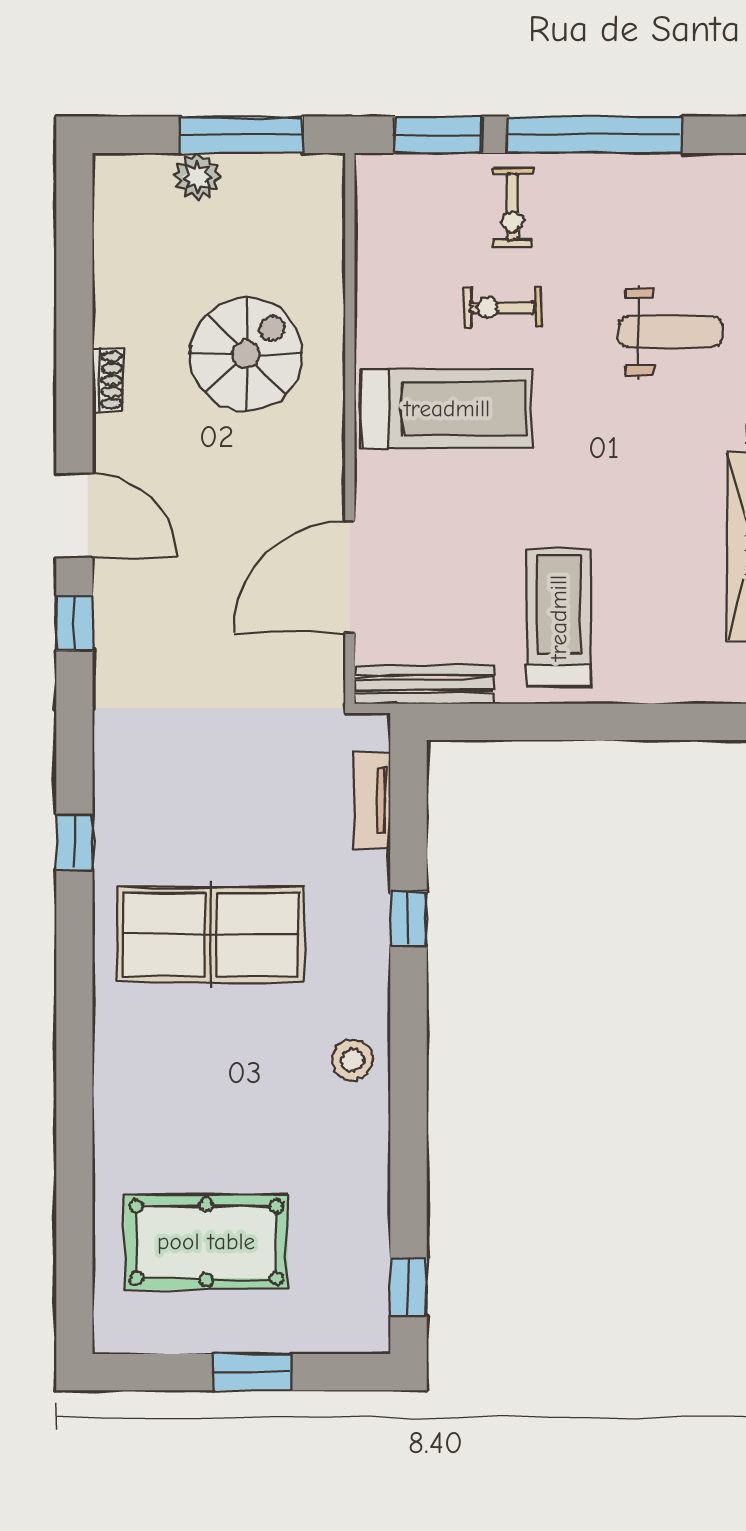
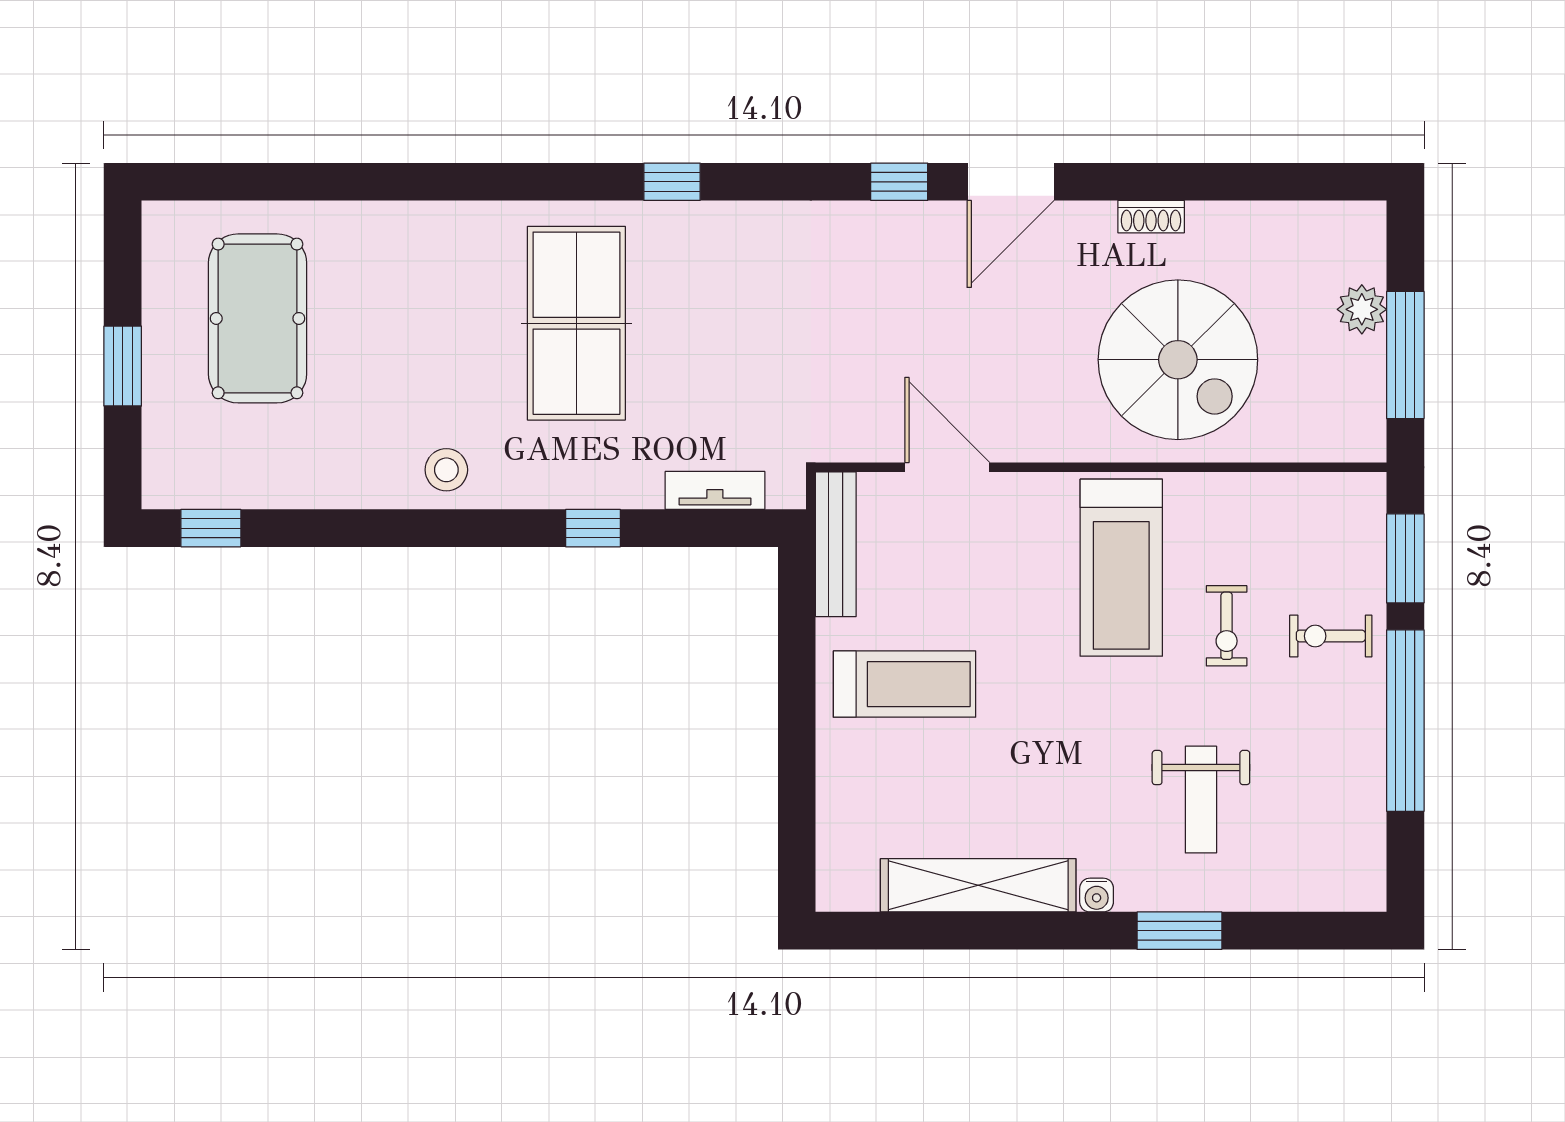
exercise bike: (503, 307) -> (1227, 626), turned 180
spiral stairs: (246, 354) -> (1178, 360), width x1.37, depth x1.37
door: (350, 577) -> (947, 467), width x0.73

